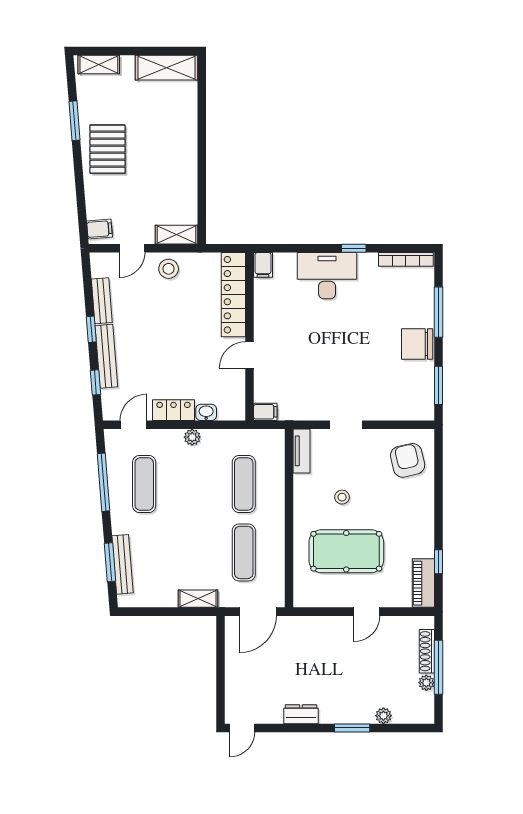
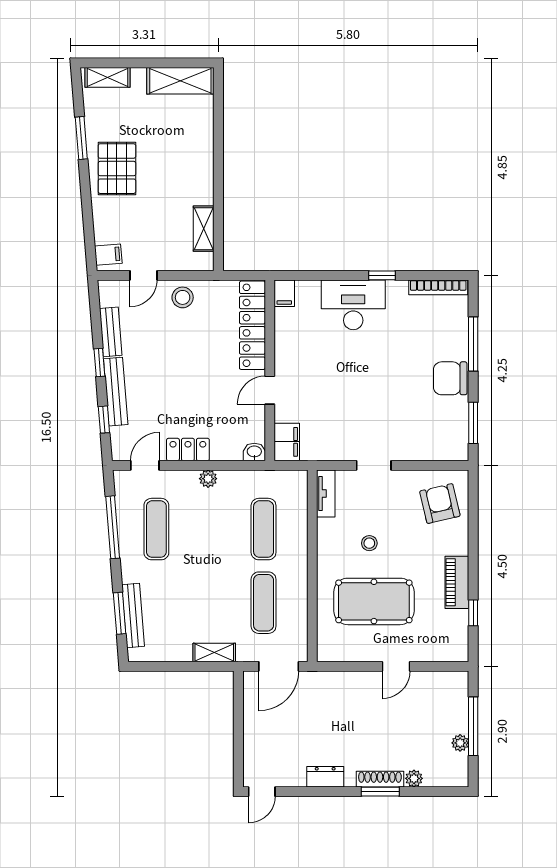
shelving: (176, 235) -> (204, 229), moved, turned 90
washbasin: (206, 412) -> (254, 452), moved
filing cabinet: (265, 412) -> (287, 442), width x2.00
piano: (423, 583) -> (457, 582), moved
shoe rack: (427, 651) -> (380, 779), moved, turned 90

